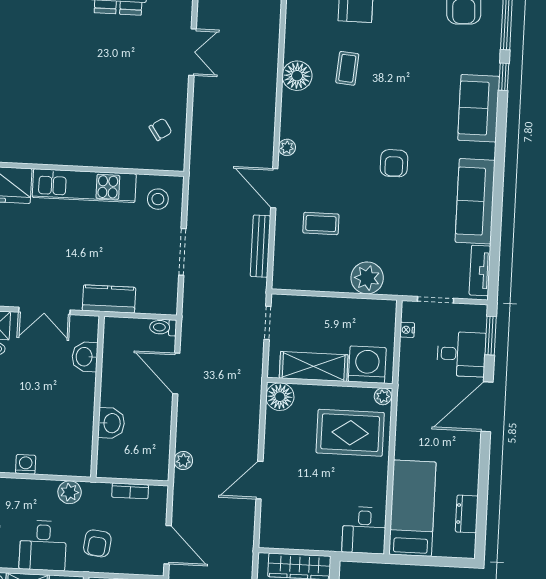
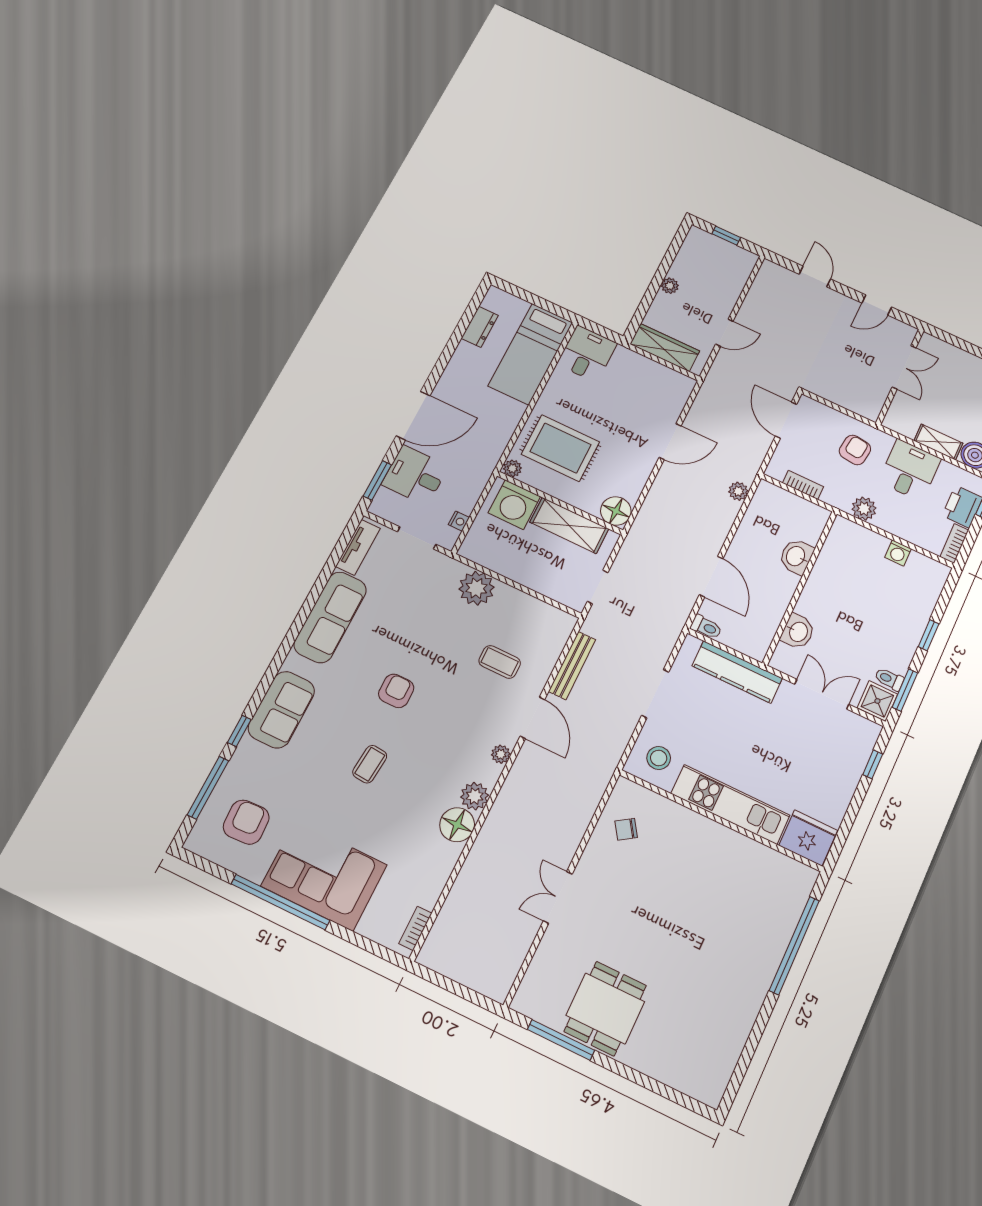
coffee table: (347, 68) -> (370, 764), moved
plant: (293, 104) -> (475, 796), added
kitchen counter: (109, 299) -> (737, 672), width x1.50

